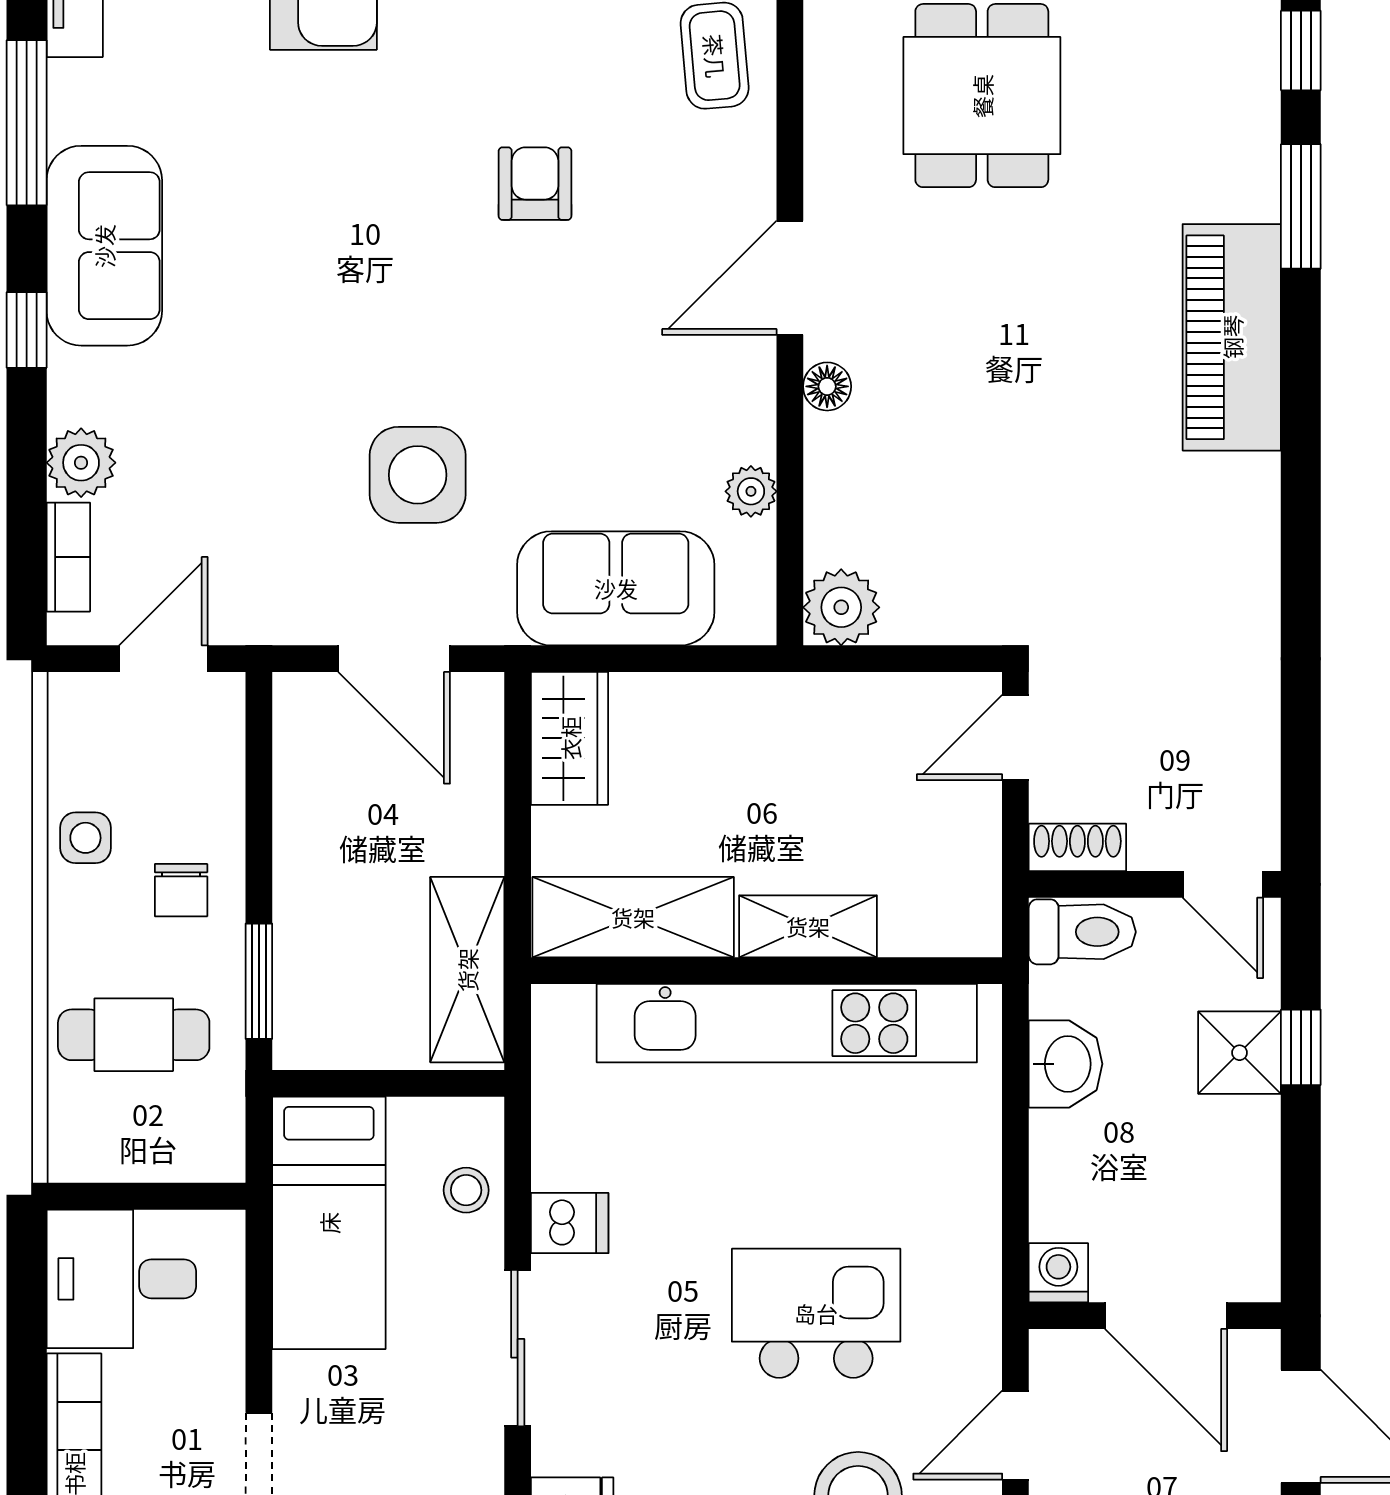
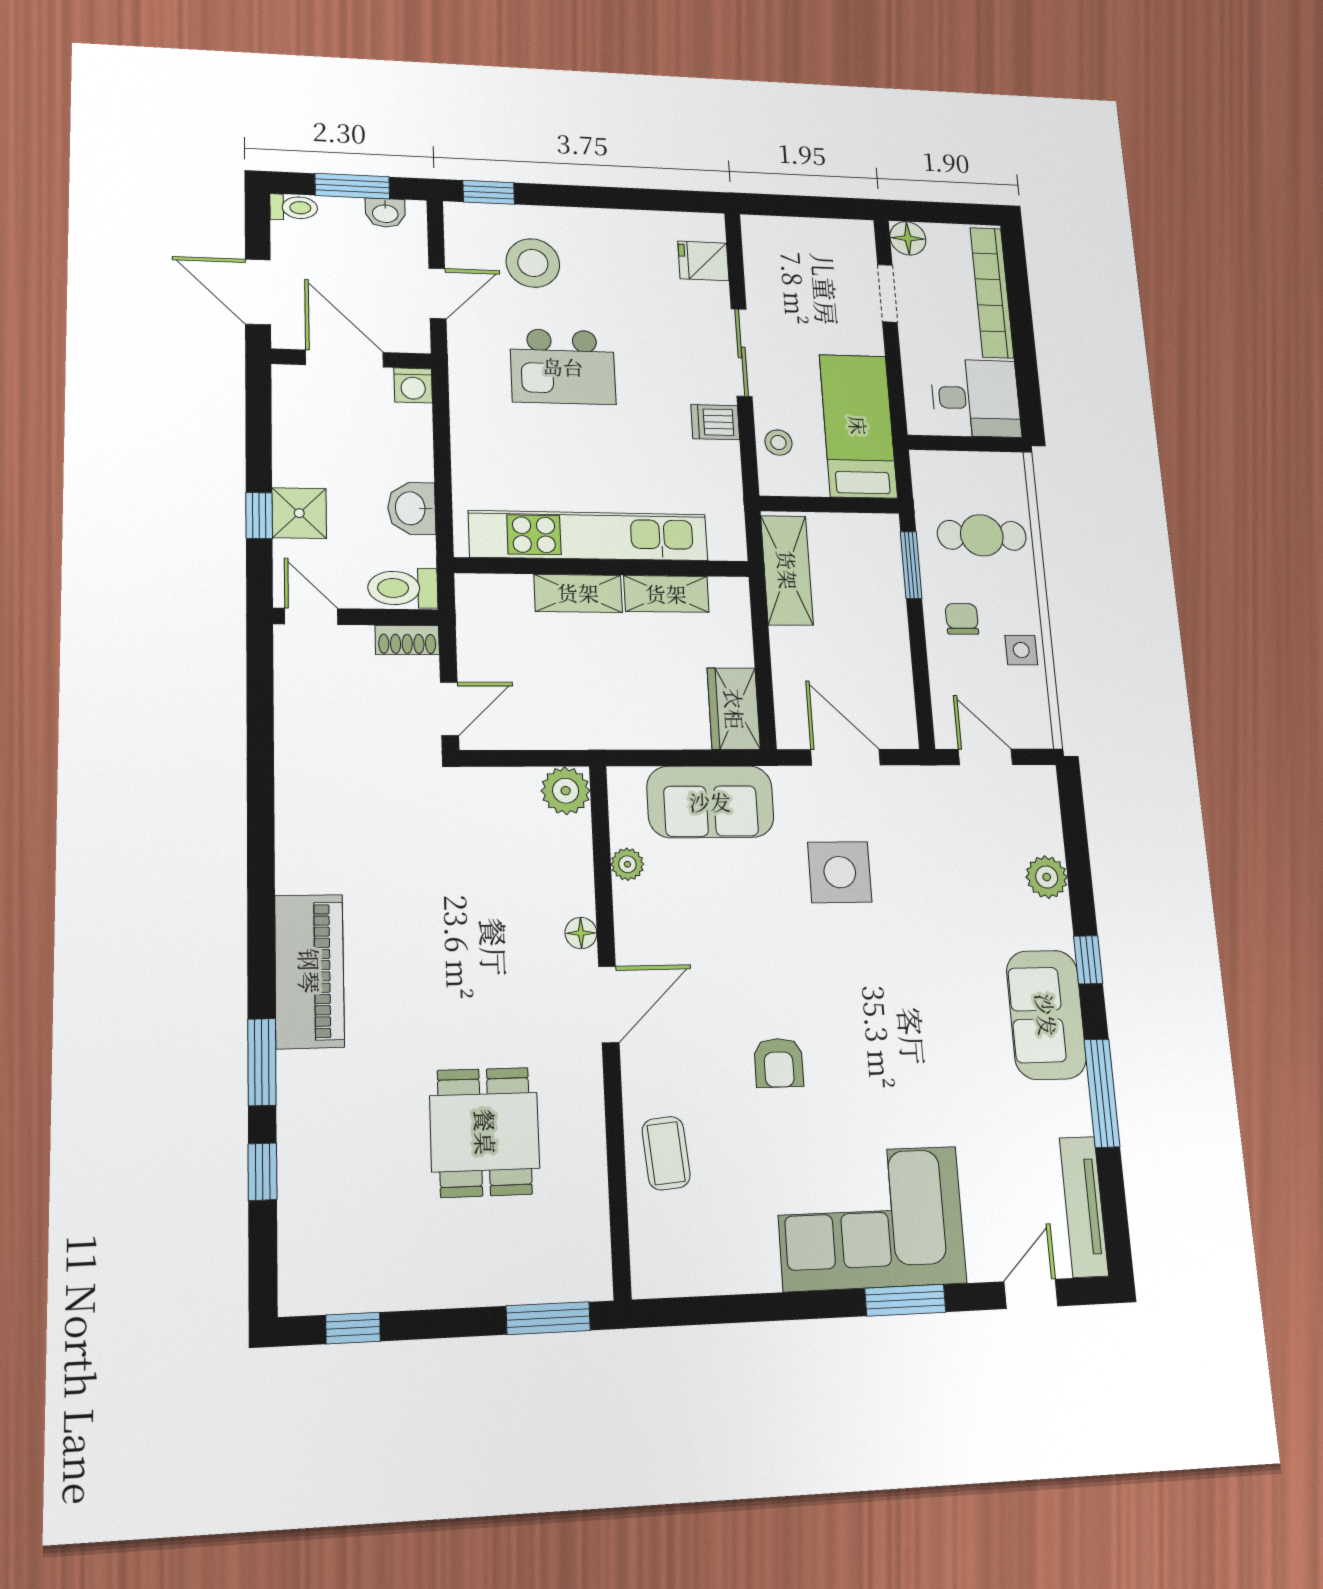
bookcase: (68, 557) -> (1048, 819), removed
door: (163, 659) -> (985, 757), swing flipped
shelving: (633, 917) -> (666, 594), width x0.67, depth x0.75

